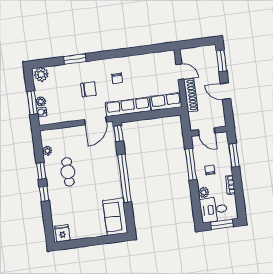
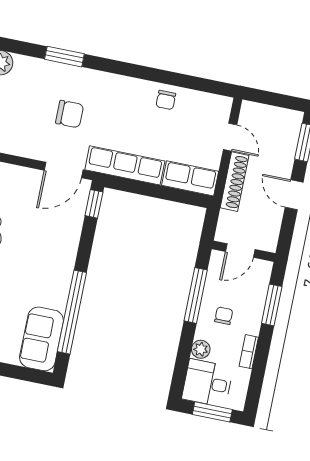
chair: (117, 78) -> (166, 100), moved
door: (207, 131) -> (240, 251), hinge flipped
window: (124, 178) -> (72, 312), moved

